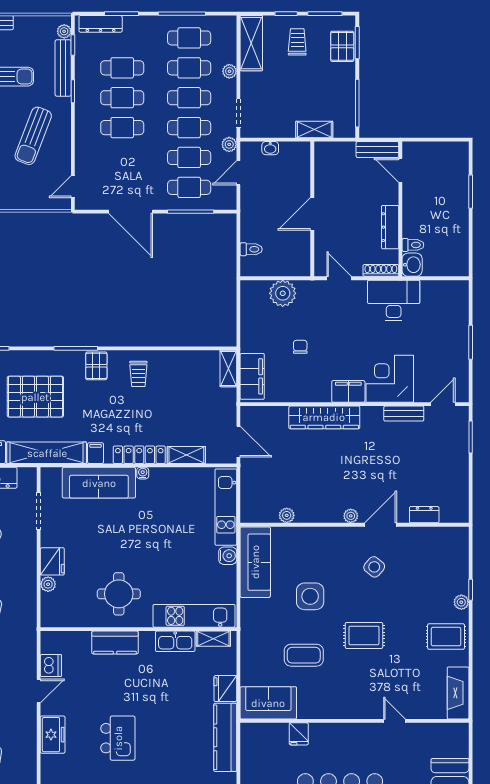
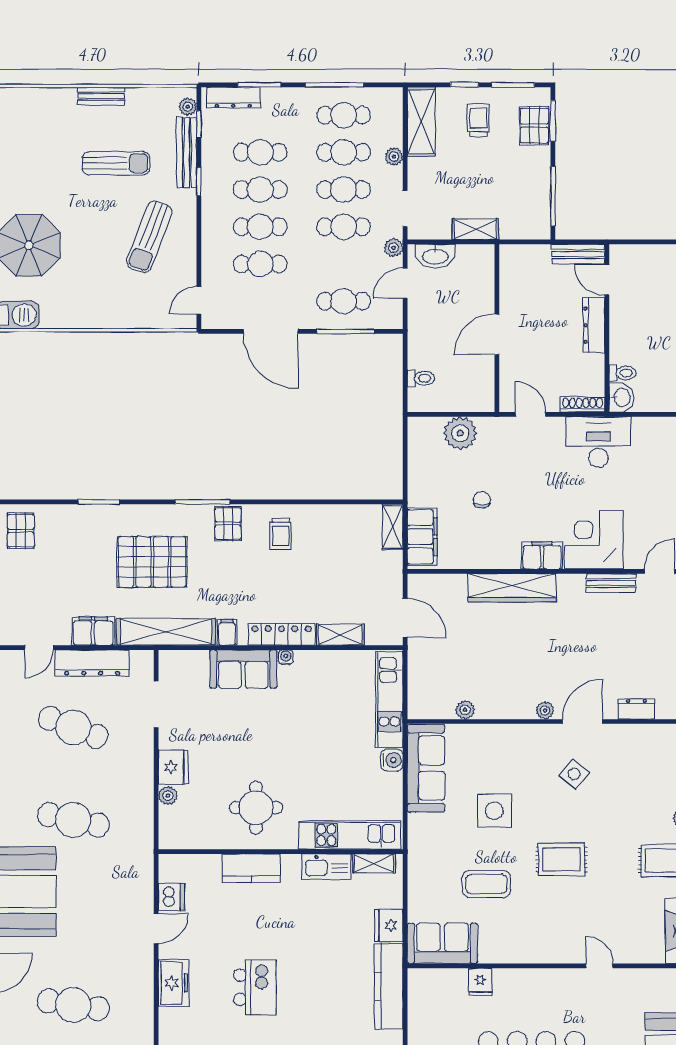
shelving: (314, 130) -> (475, 229), moved
washbasin: (270, 148) -> (435, 256), width x1.91, depth x1.45
cafe table: (189, 157) -> (260, 264), moved
dresser: (390, 227) -> (594, 325), moved
sofa: (99, 483) -> (243, 669), width x0.73

